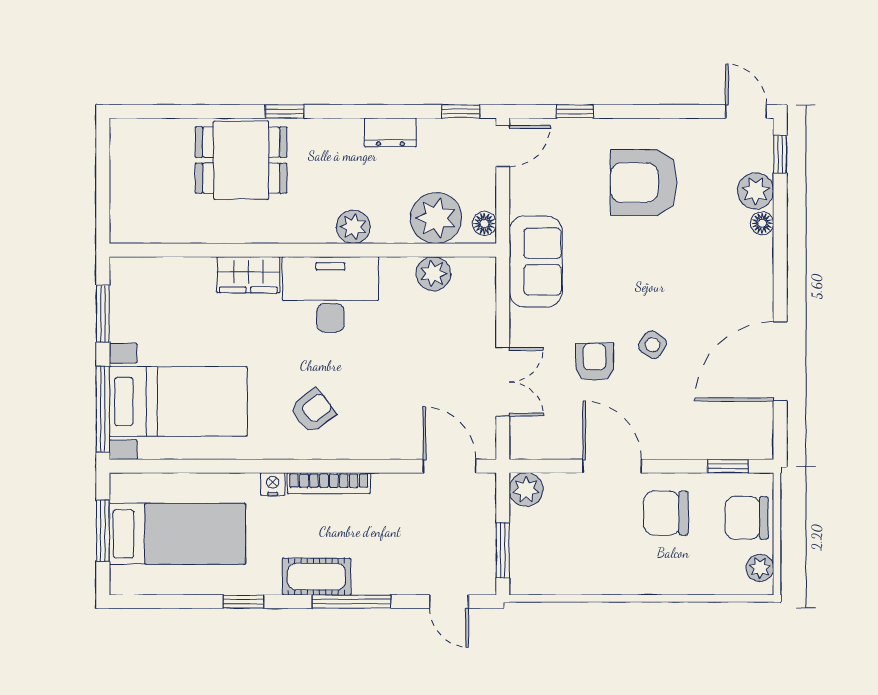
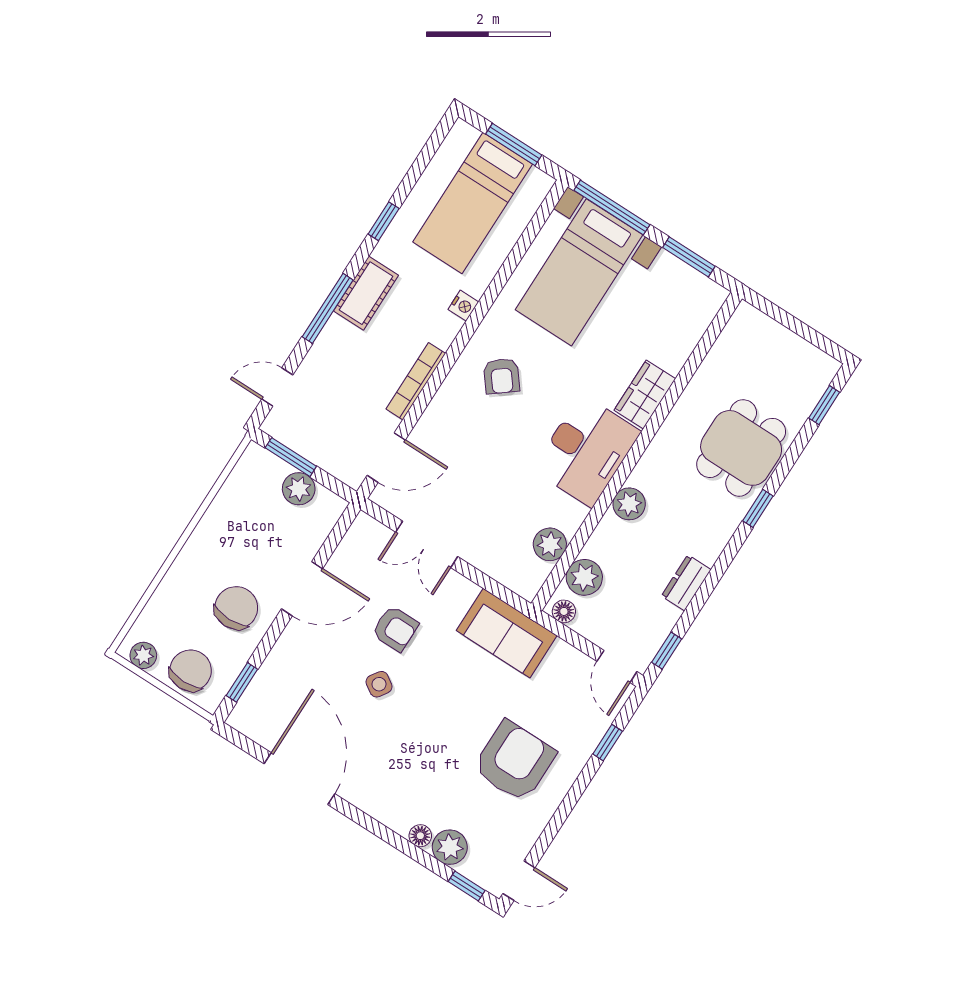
window: (157, 111) -> (824, 405), added
plant: (436, 218) -> (584, 577), width x0.73, depth x0.73
bookcase: (329, 483) -> (416, 381), moved
plant: (526, 490) -> (299, 489), moved

